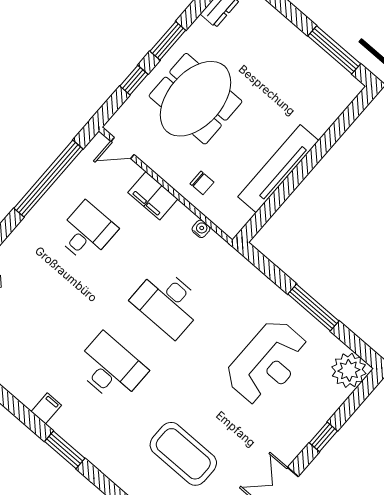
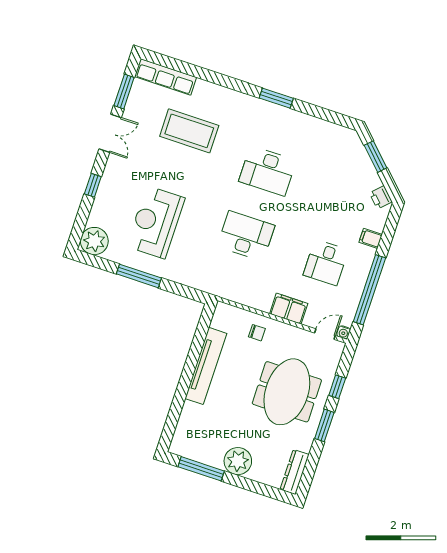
plant: (287, 41) -> (238, 461), added
chair: (202, 183) -> (257, 333), turned 180
water cooler: (201, 229) -> (344, 332), moved
filing cabinet: (46, 408) -> (371, 238), moved, turned 90

